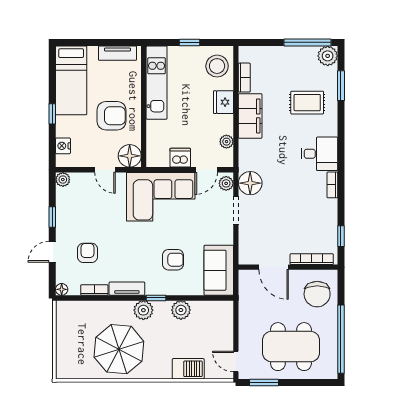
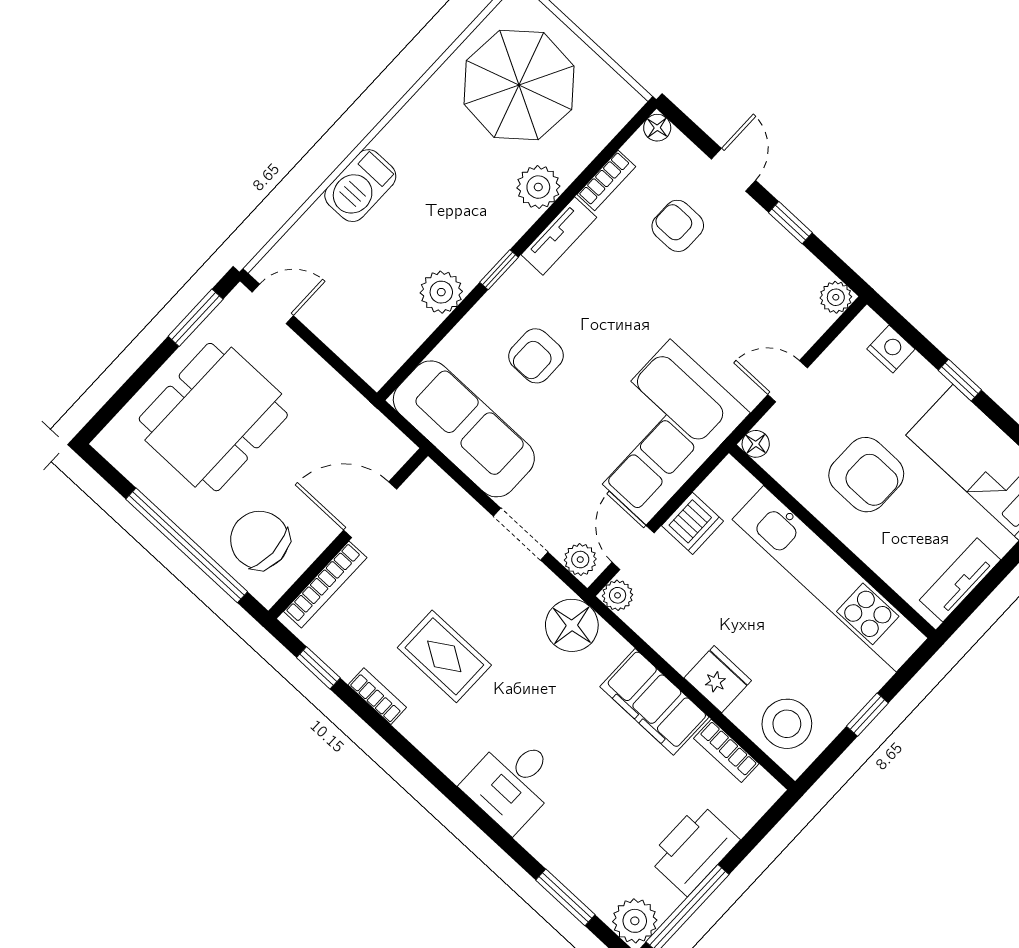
printer: (286, 58) -> (693, 849), added
kitchen unit: (157, 83) -> (830, 579), width x1.36
rug: (307, 103) -> (444, 656), moved, turned 90
armchair: (112, 116) -> (866, 475), turned -90
plant: (226, 142) -> (618, 595), moved
desk: (319, 154) -> (512, 782), moved
floor lamp: (130, 156) -> (756, 444), width x0.53, depth x0.53
floor lamp: (250, 183) -> (572, 625), moved
bookcase: (332, 185) -> (377, 696), moved
armchair: (87, 253) -> (678, 226), turned 180
sofa: (219, 270) -> (464, 429), width x1.36
plant: (143, 310) -> (538, 187), moved
window: (341, 339) -> (187, 545), moved
parasol: (119, 349) -> (519, 85), moved
barbecue: (188, 369) -> (360, 186), moved

